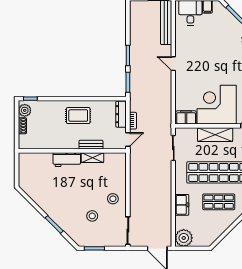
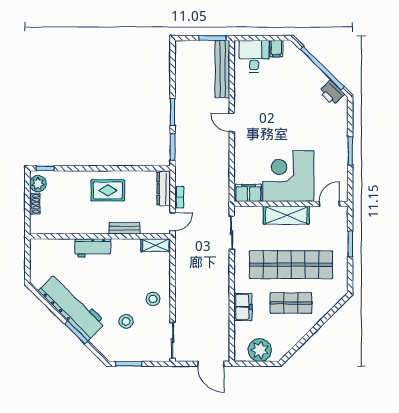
shelving: (92, 158) -> (156, 245), moved
workbench: (51, 205) -> (72, 307), added
plant: (184, 238) -> (260, 350), moved

